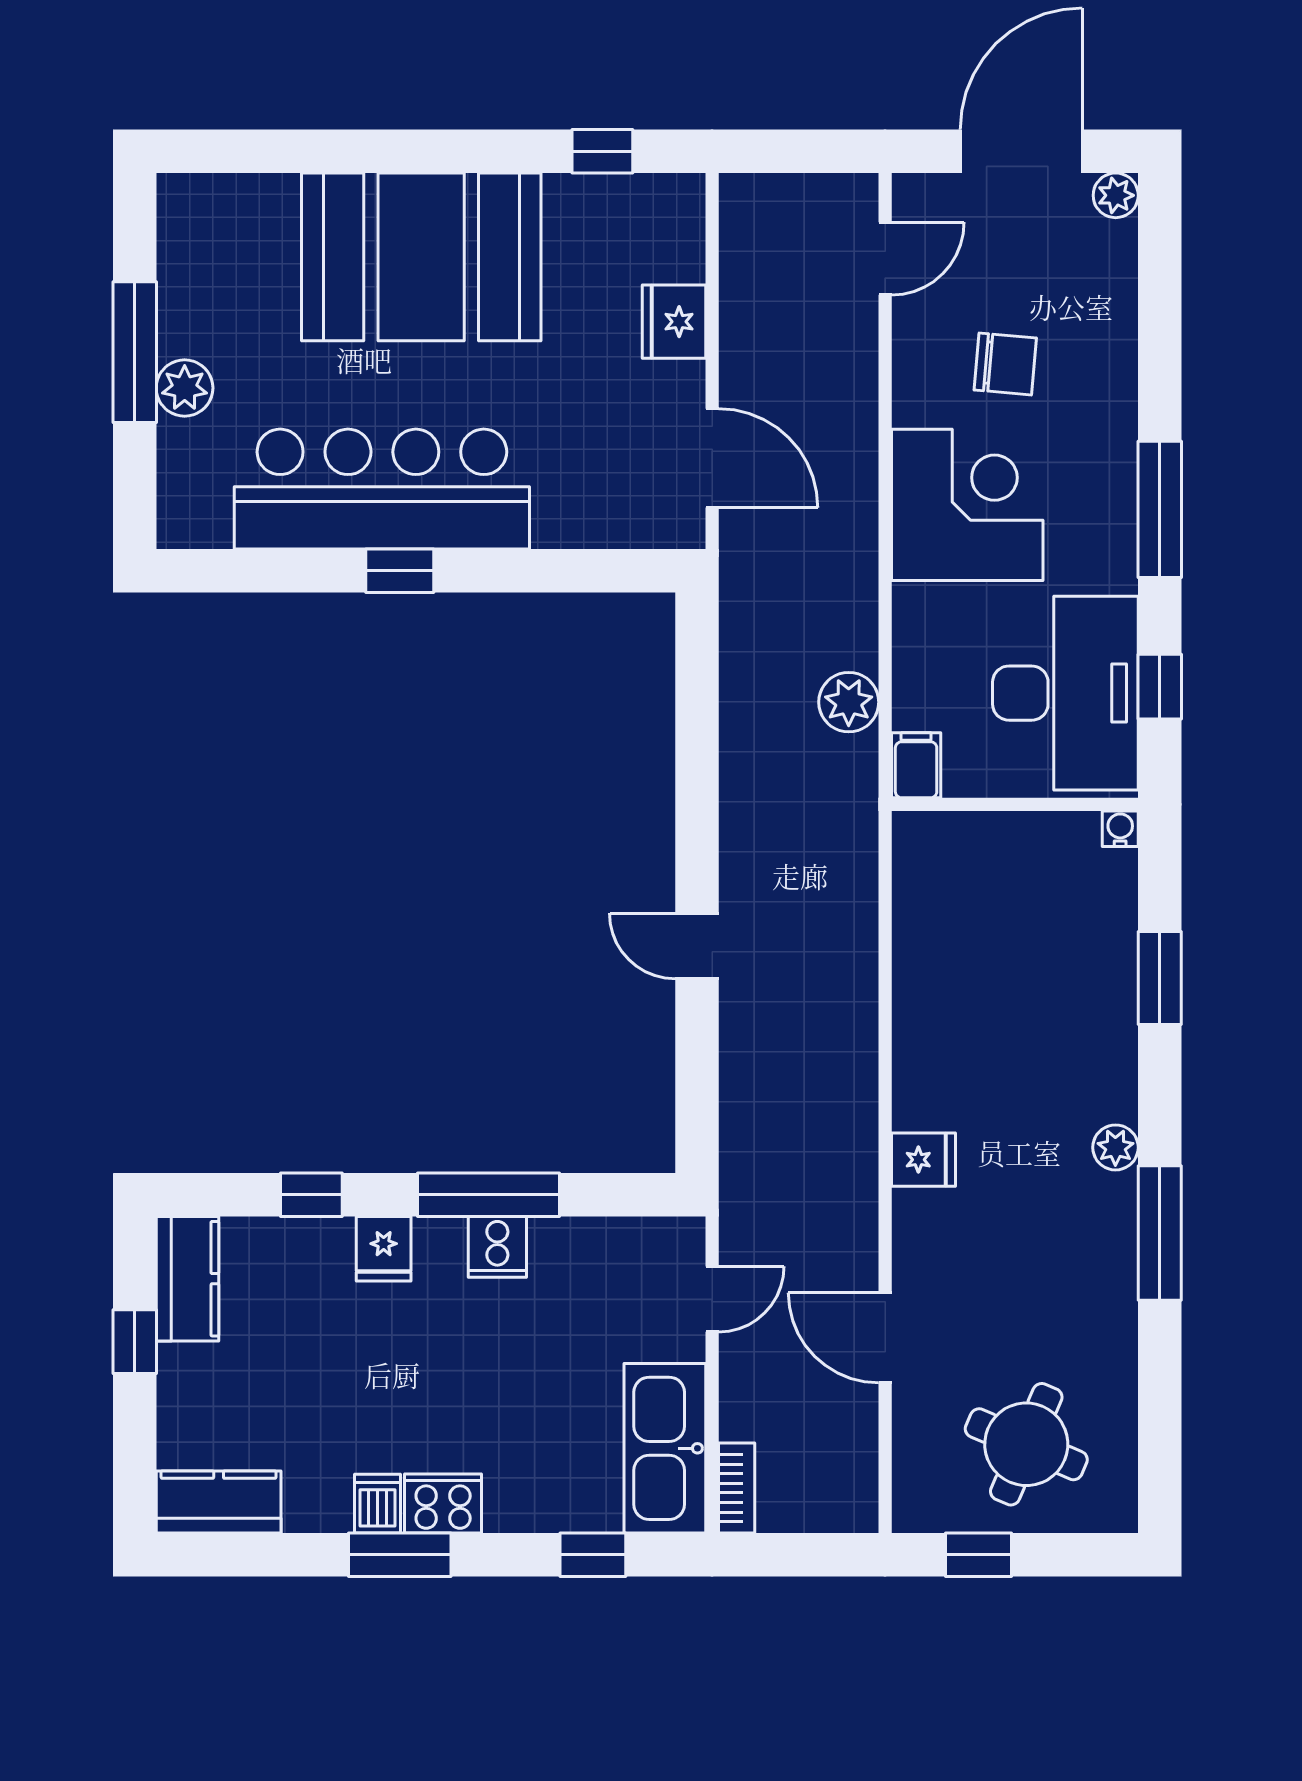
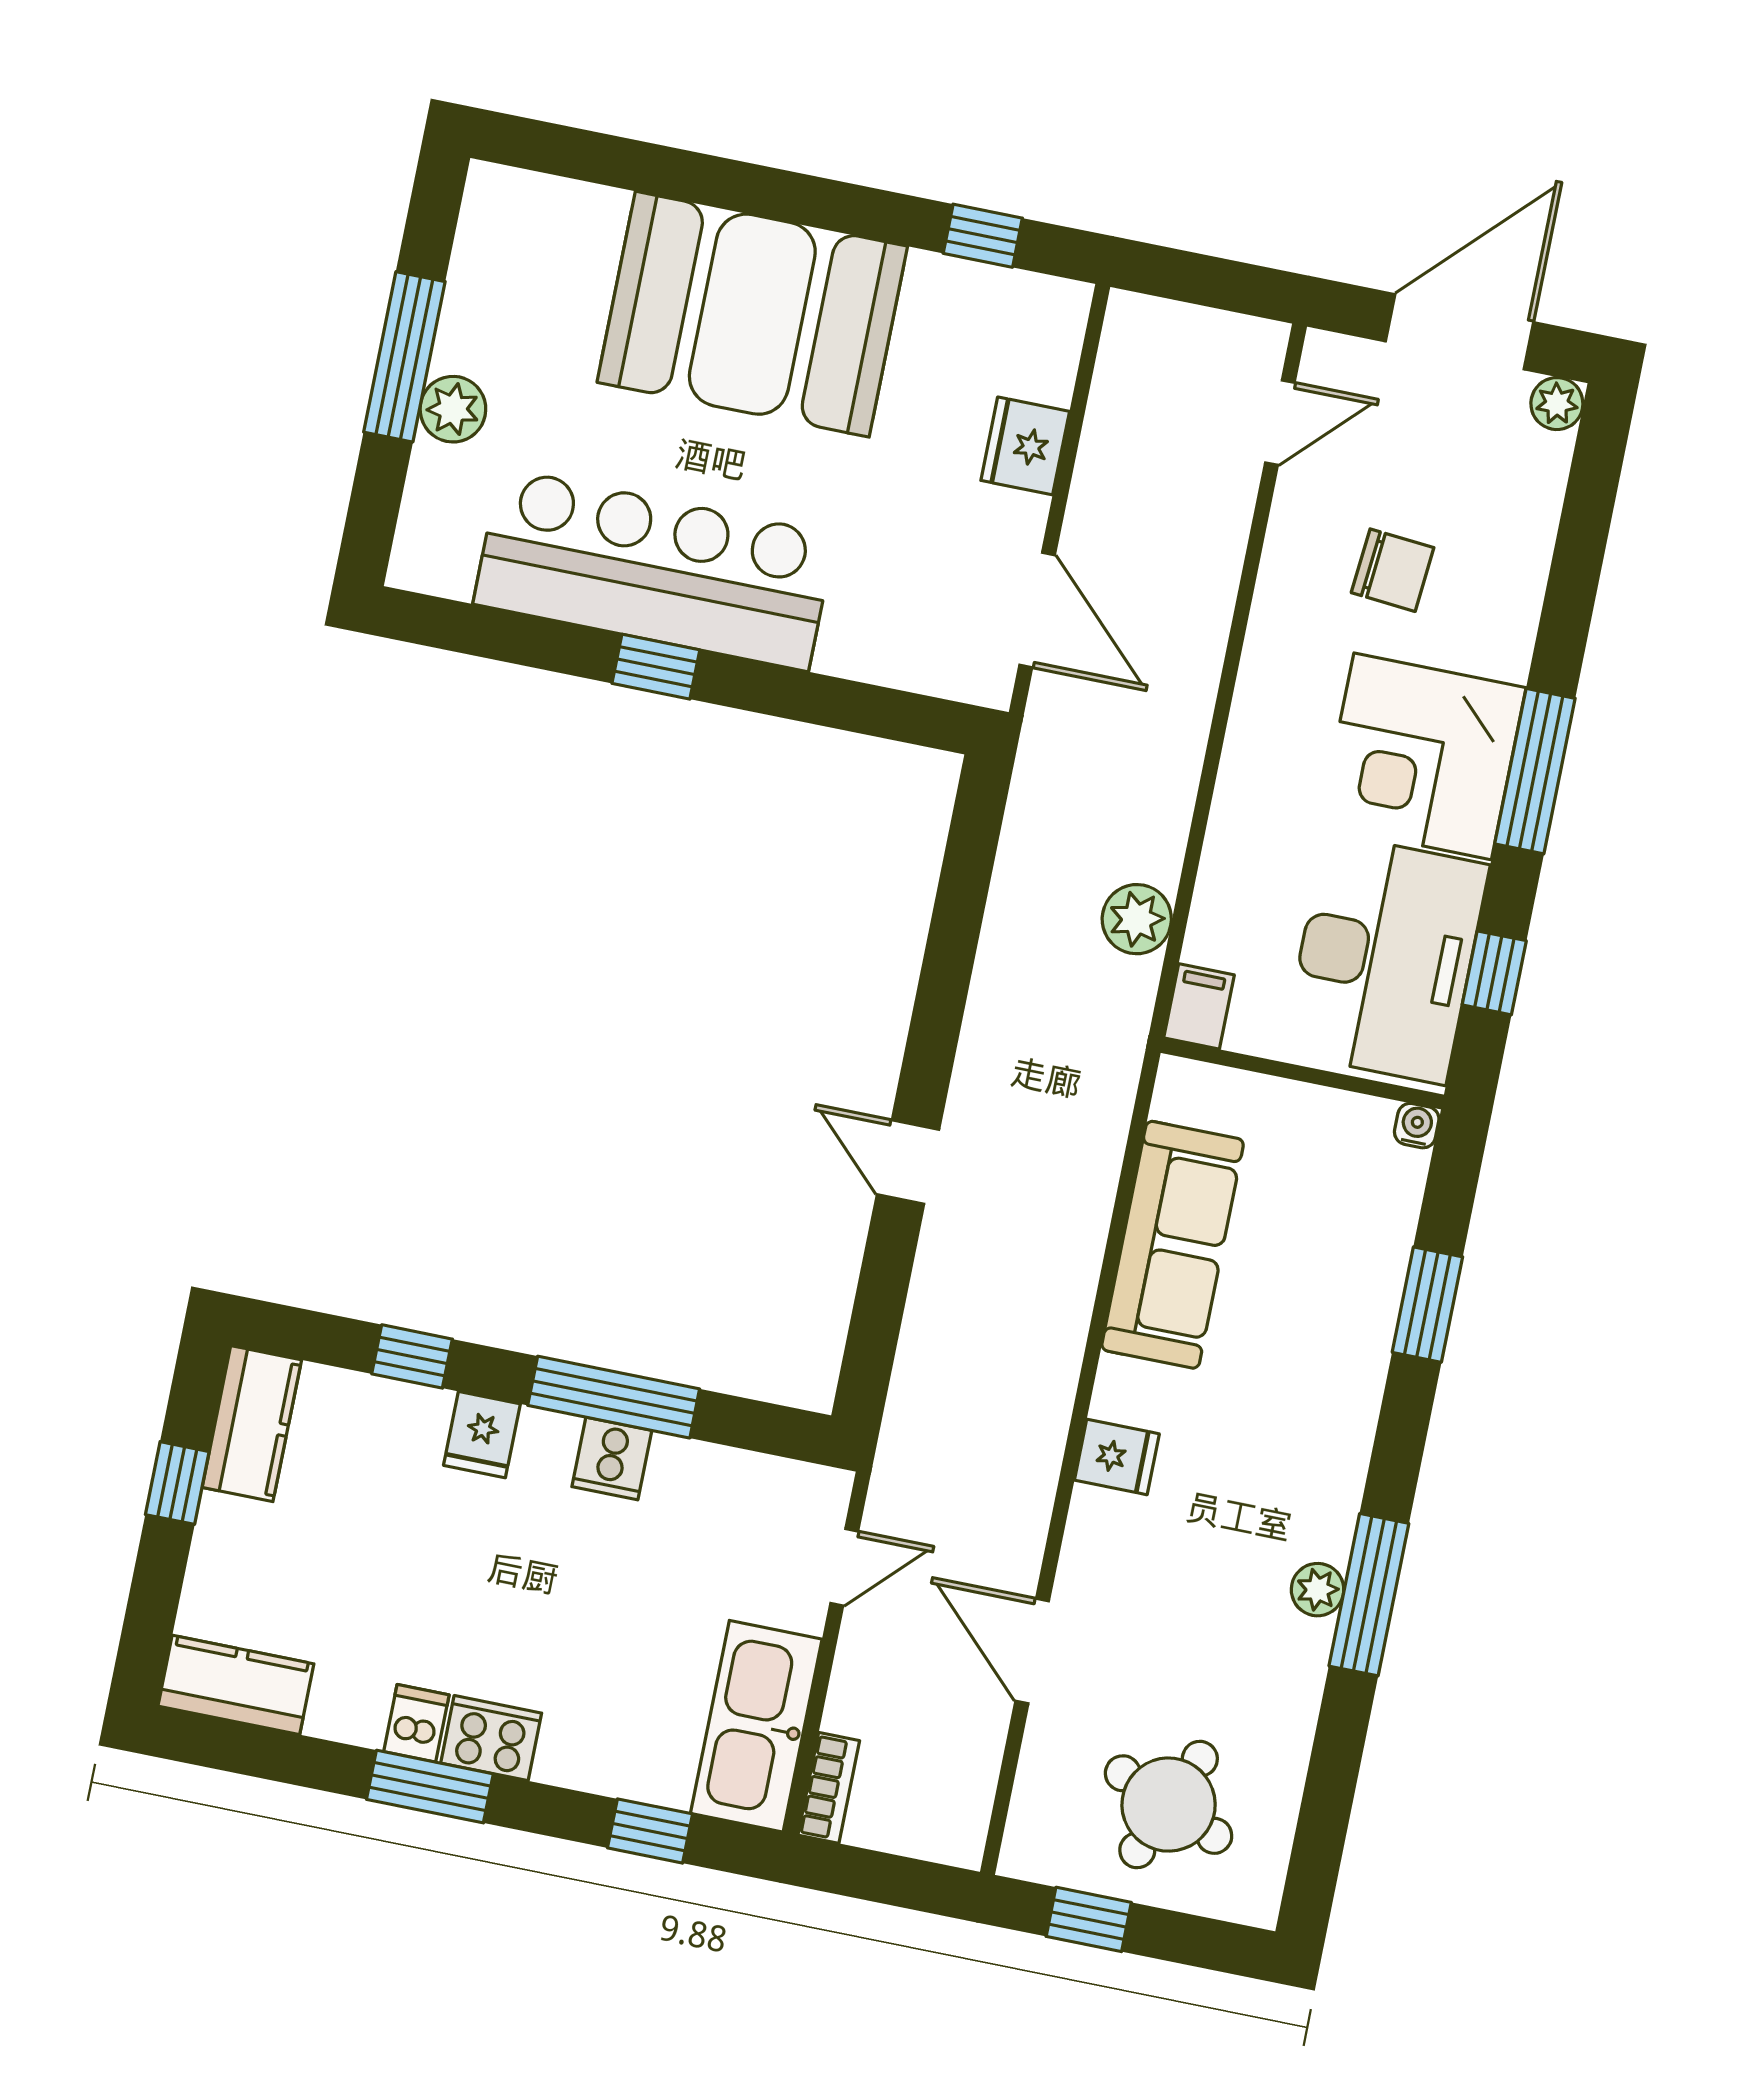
corner desk: (967, 505) -> (1423, 756), moved, turned 180
sofa: (934, 971) -> (1173, 1245), added
plant: (1115, 1147) -> (1318, 1590), moved

